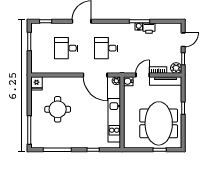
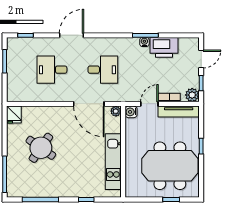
printer: (149, 28) -> (164, 47), width x1.87, depth x1.48
desk: (106, 48) -> (103, 70), turned 180
round table: (58, 109) -> (41, 148), turned 35
meeting table: (159, 123) -> (170, 166), turned 90

